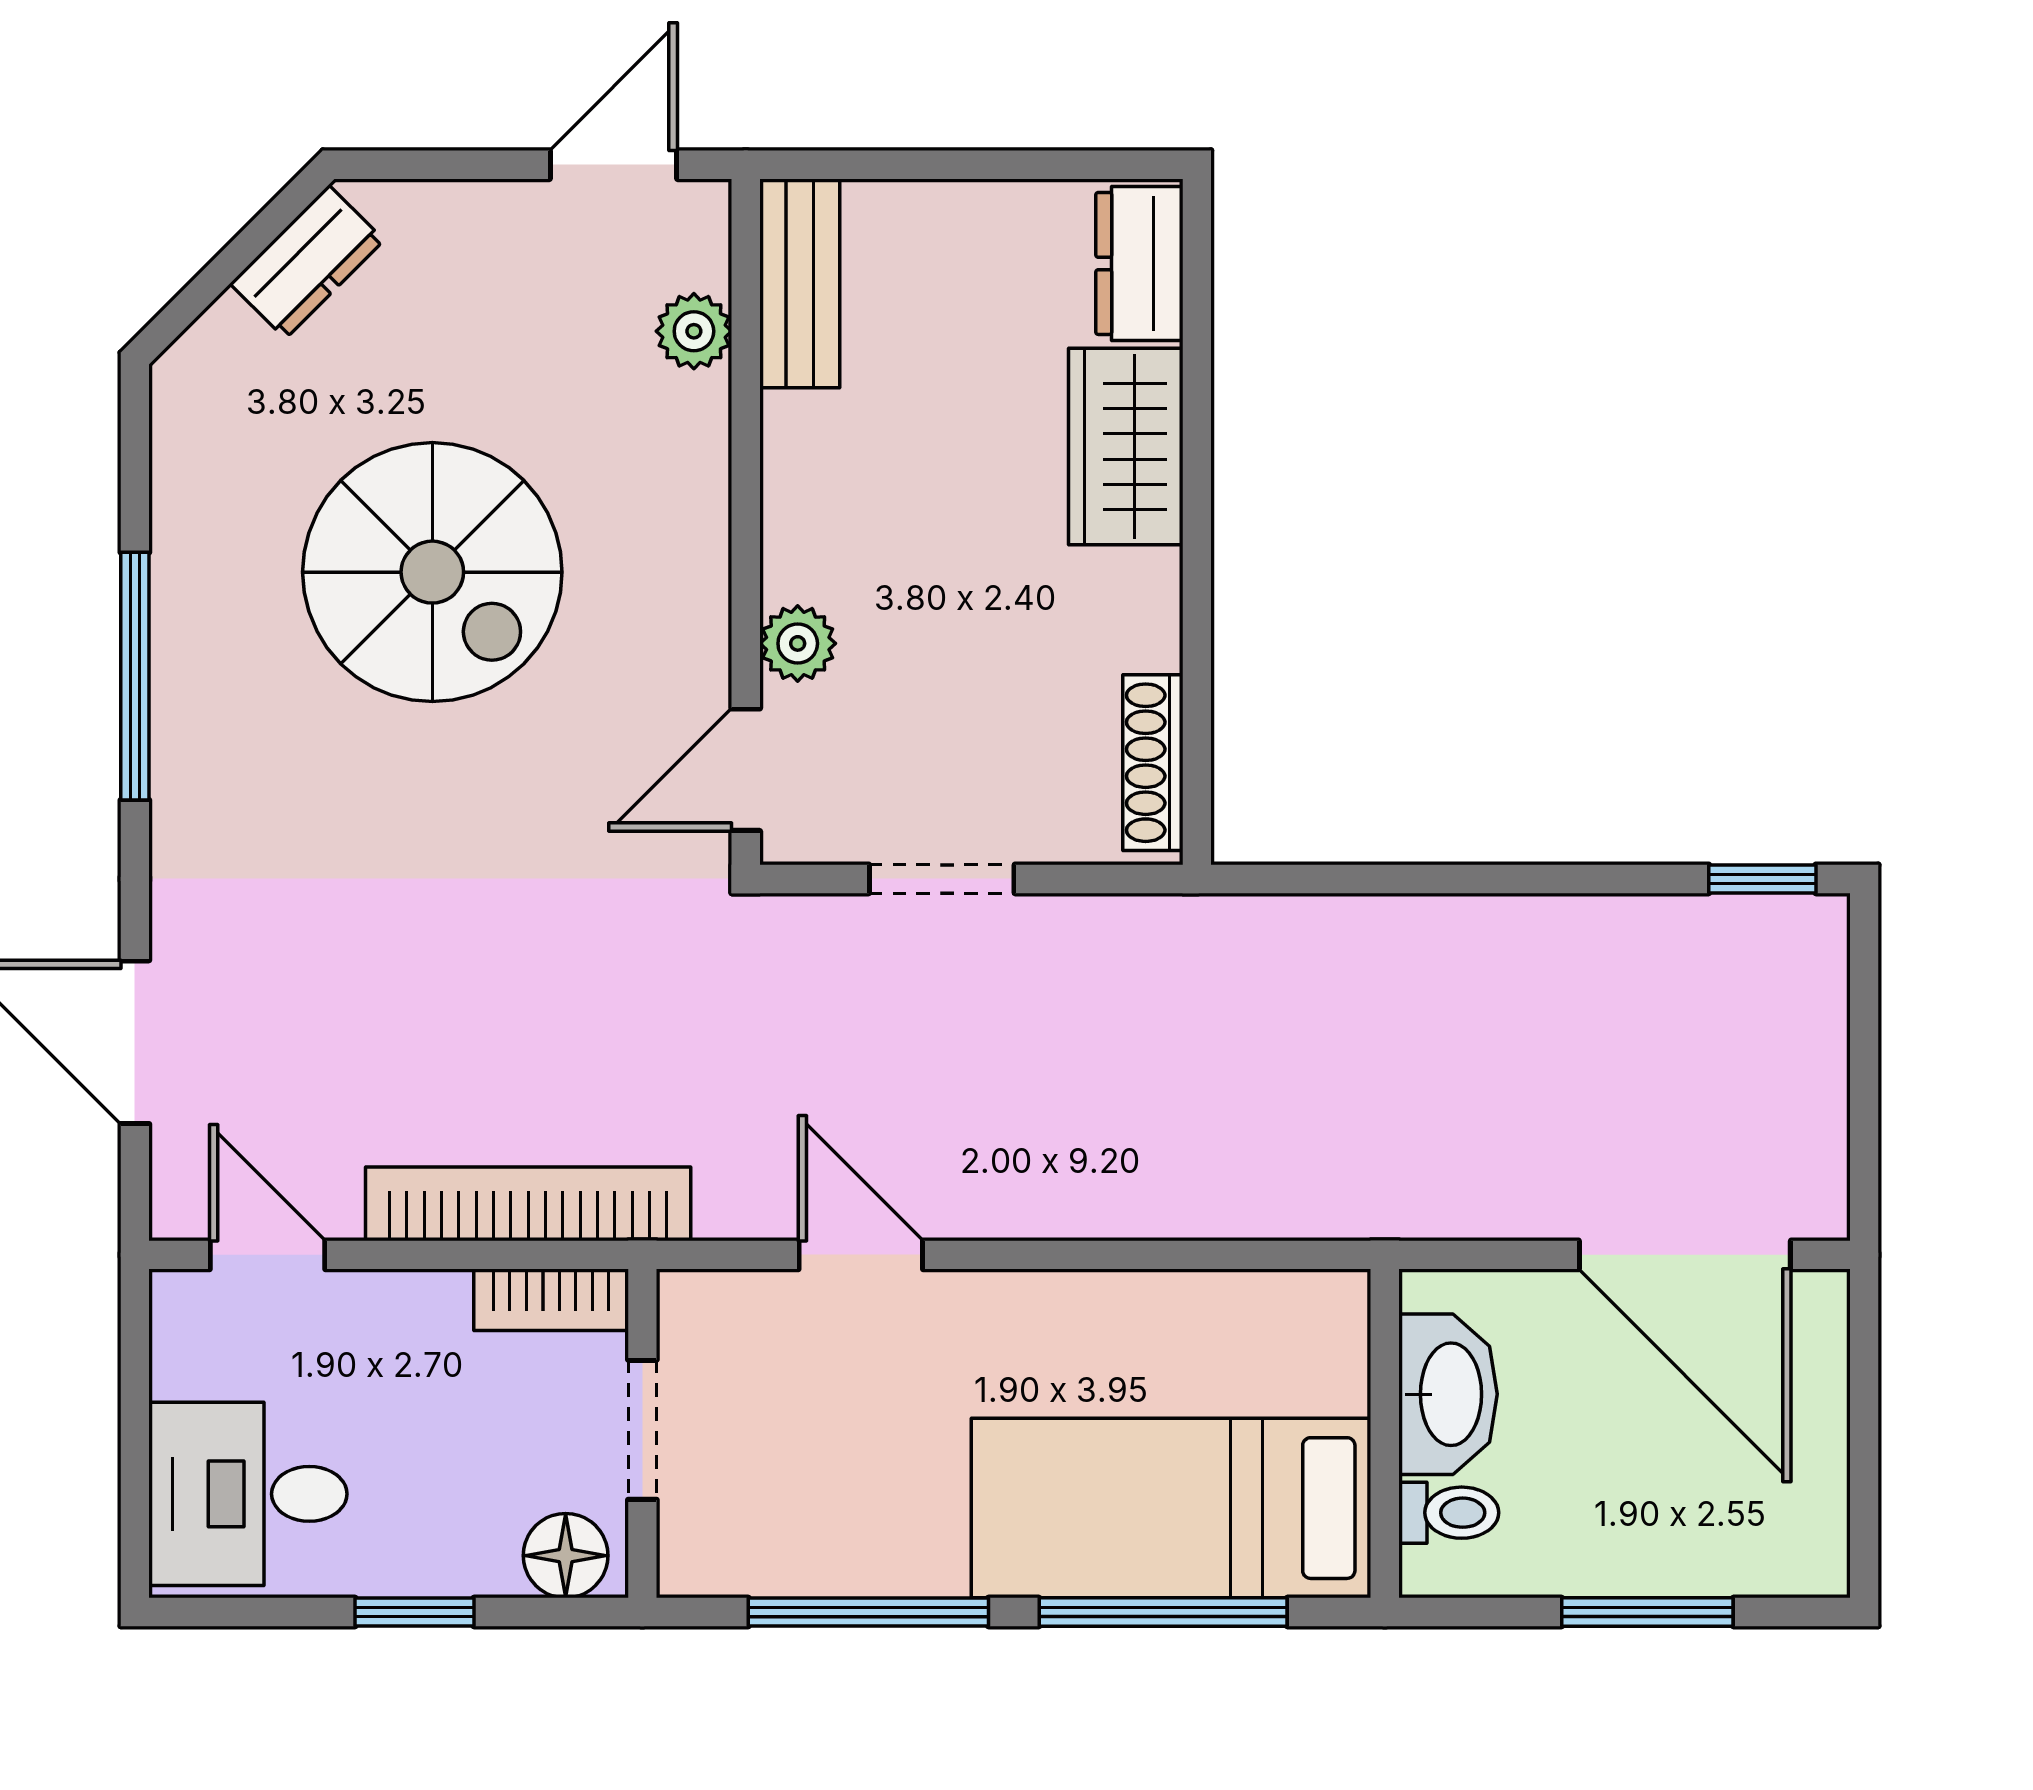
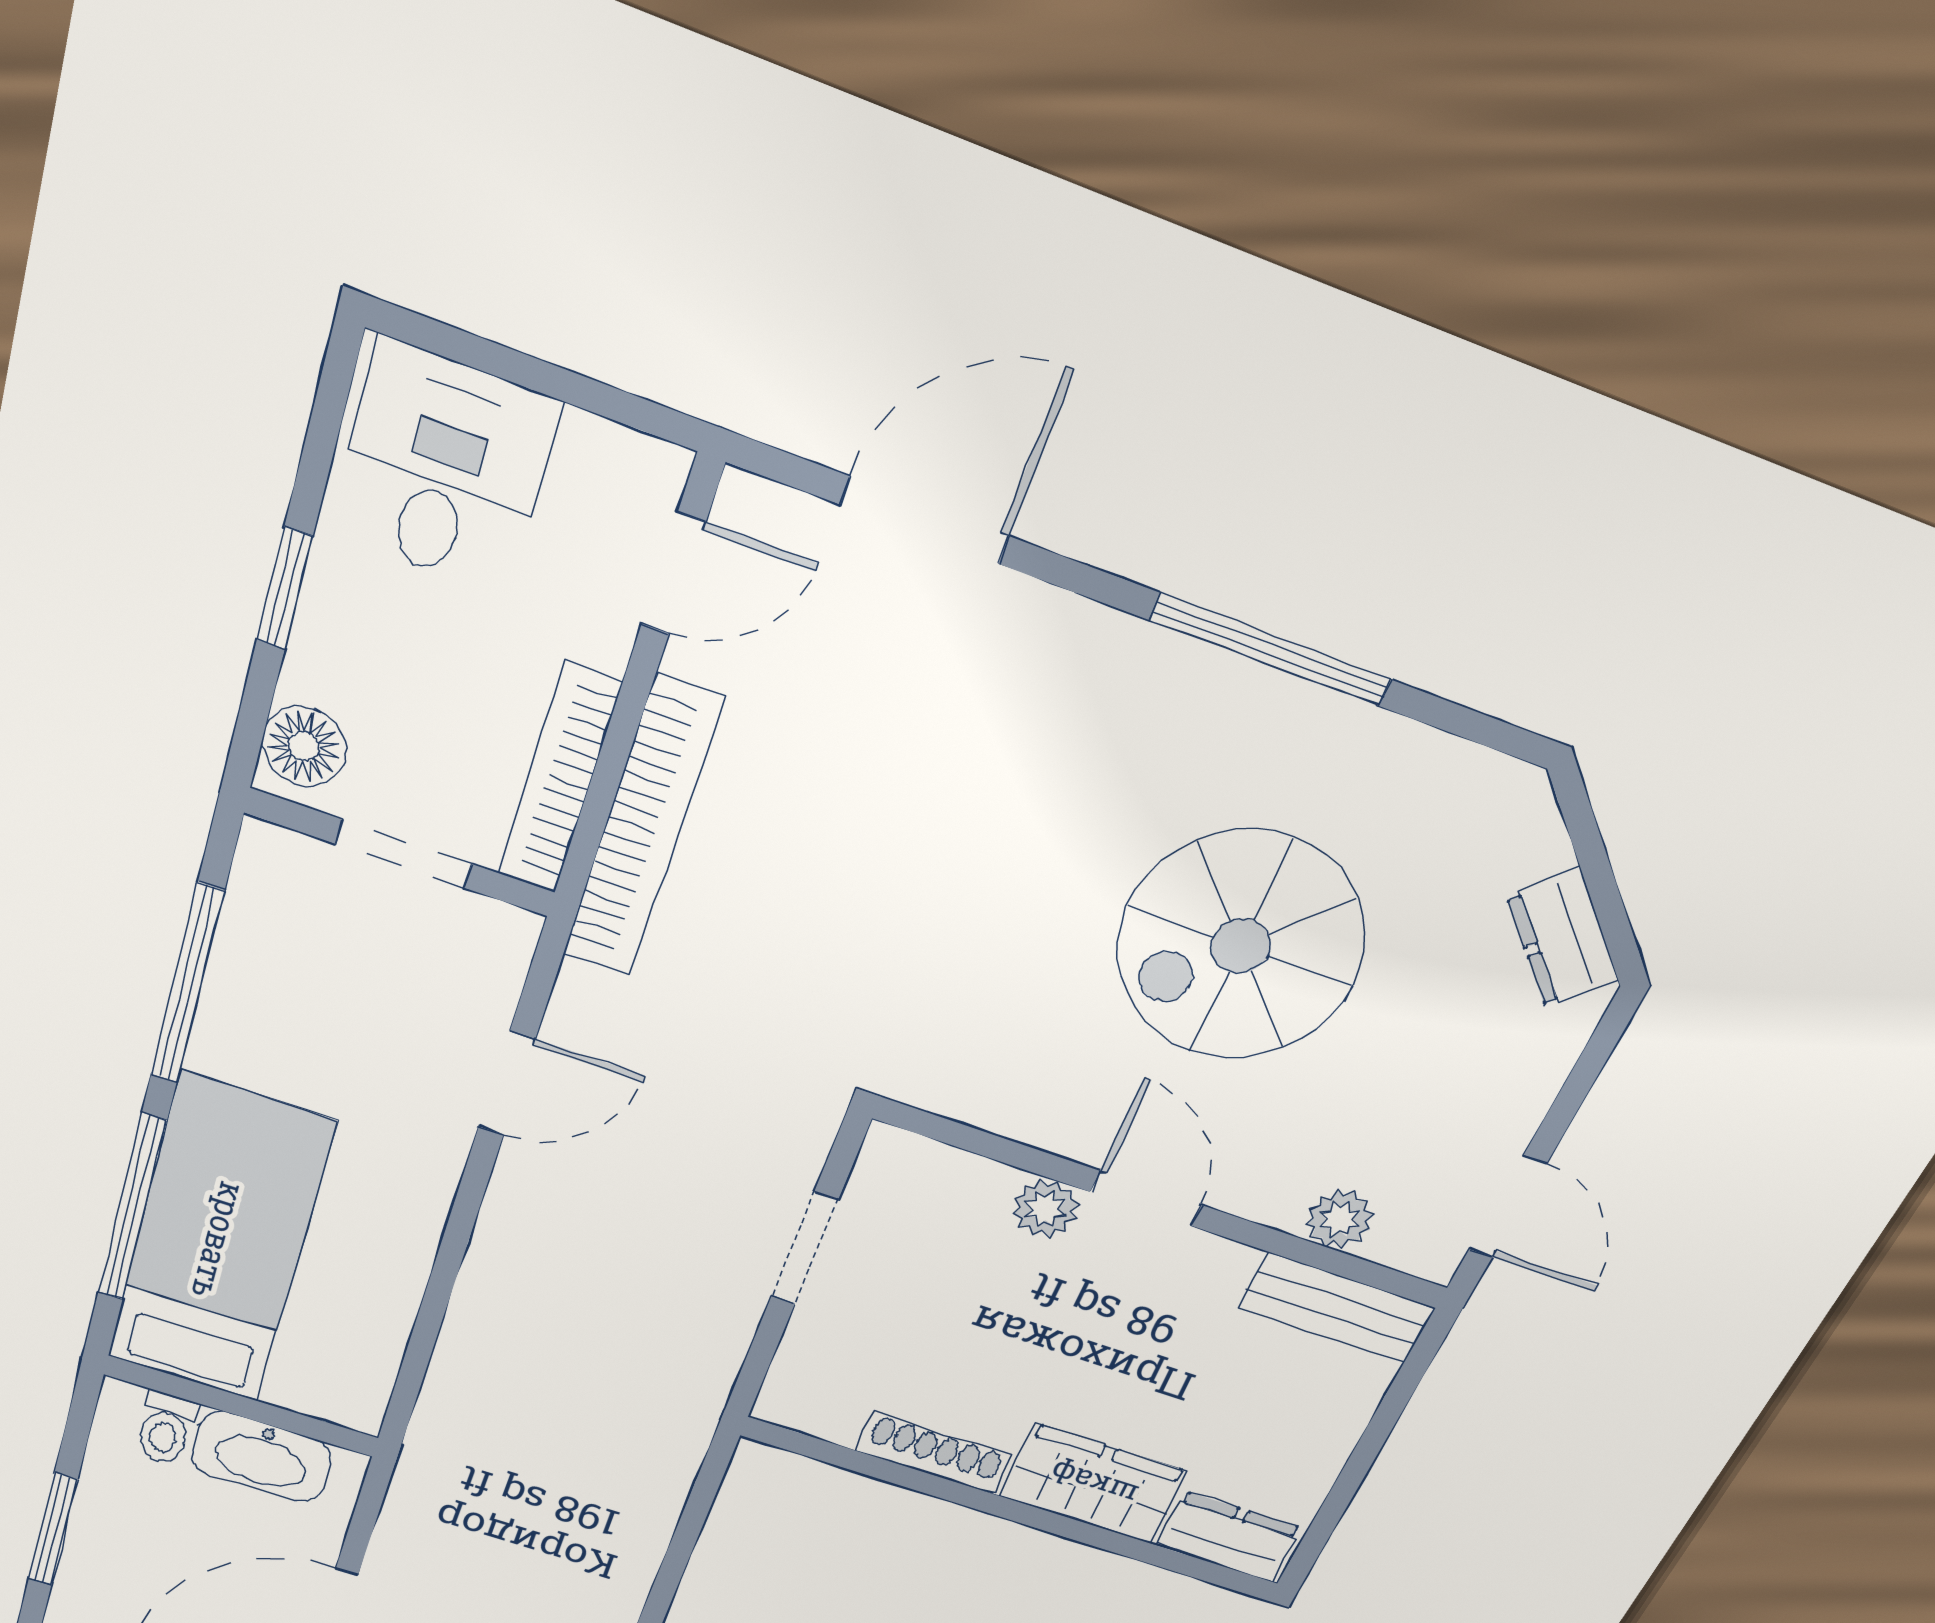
shoe rack: (1153, 763) -> (934, 1453), moved
door: (746, 770) -> (1146, 1198), moved
bookcase: (551, 1300) -> (560, 779), width x1.56

